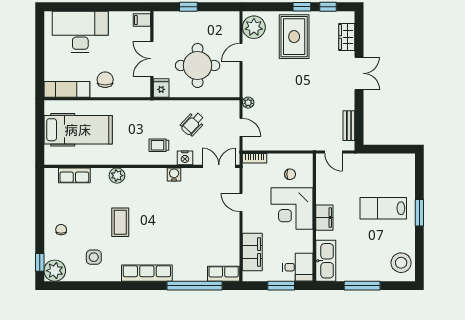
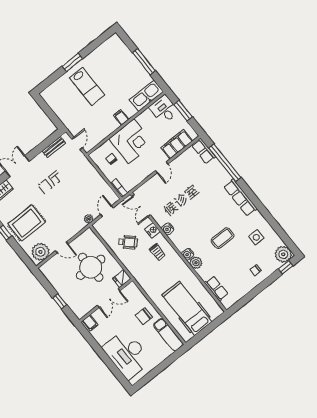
water cooler: (132, 174) -> (188, 254), added
door: (241, 203) -> (162, 167), moved
filing cabinet: (324, 218) -> (121, 117), width x0.50
stool: (401, 263) -> (111, 49), removed

